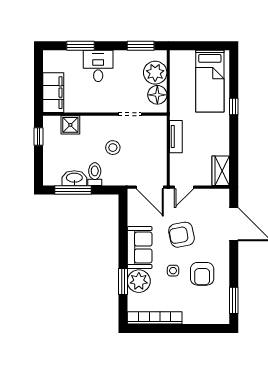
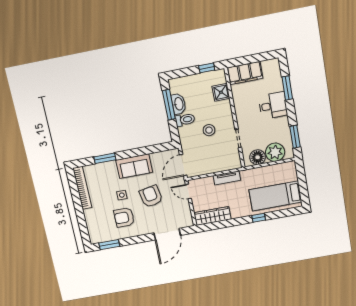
wardrobe: (221, 171) -> (212, 216), width x1.50
plant: (139, 281) -> (108, 170), removed

